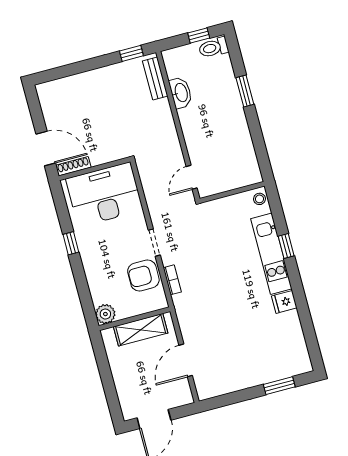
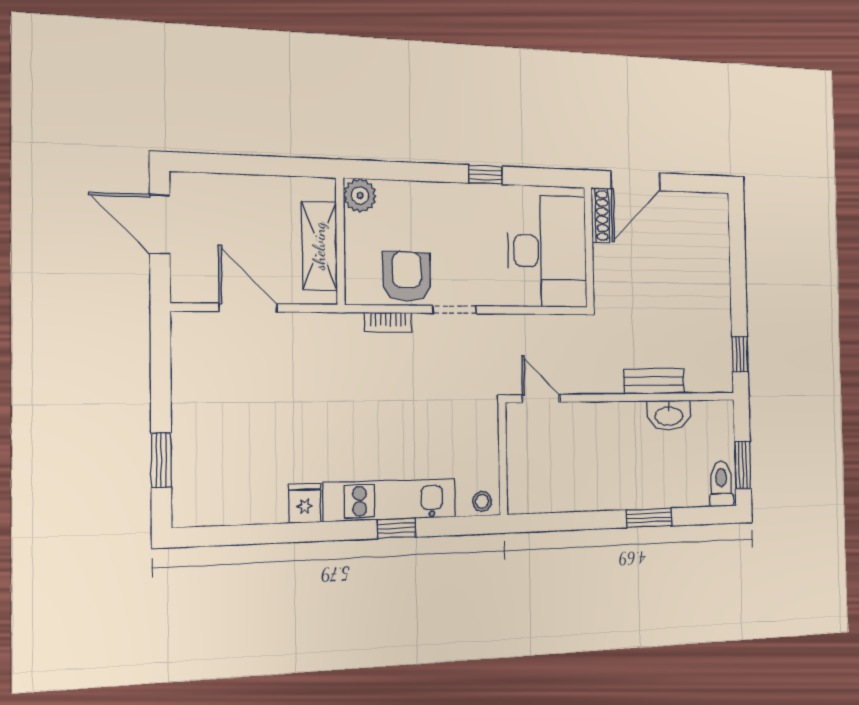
window: (199, 36) -> (743, 465), width x1.50
bench: (155, 78) -> (654, 381), moved

